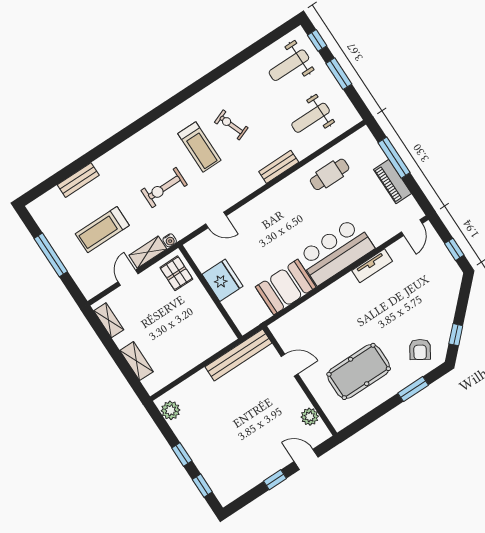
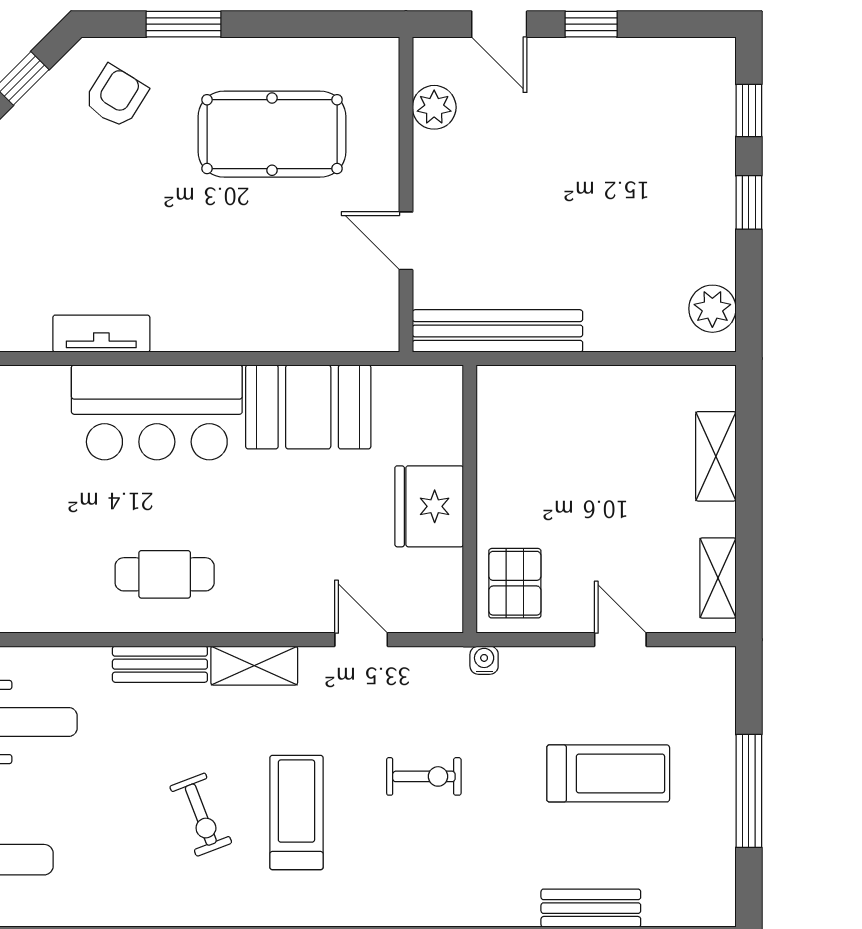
cafe table: (330, 174) -> (165, 574), moved
exercise bike: (164, 188) -> (424, 776), width x0.73, depth x0.72
shelving: (148, 252) -> (254, 666), moved
door: (128, 278) -> (620, 640), swing flipped

